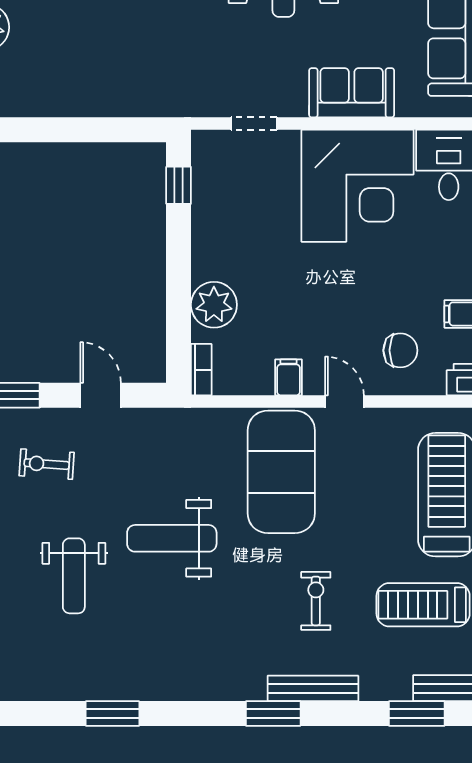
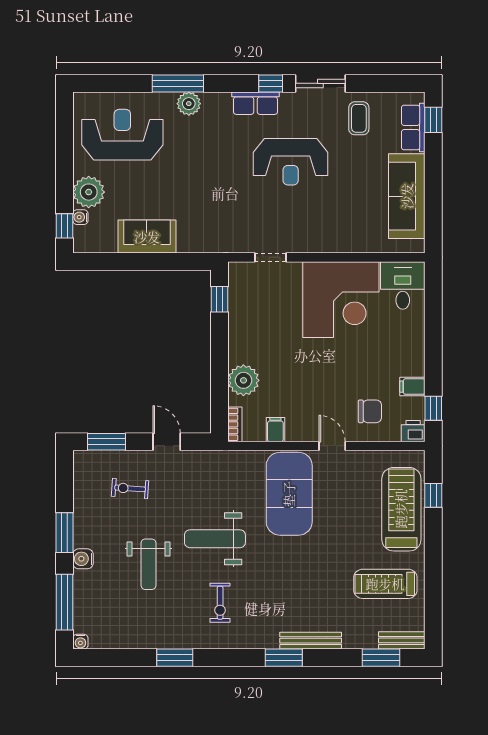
sofa: (352, 93) -> (147, 237), moved
filing cabinet: (289, 377) -> (275, 430), moved
exercise bike: (316, 601) -> (220, 603), moved, turned 180

